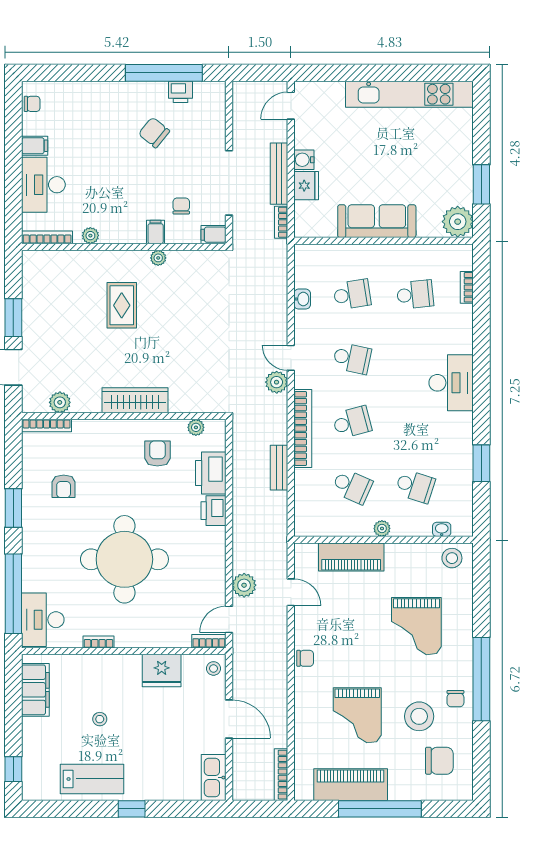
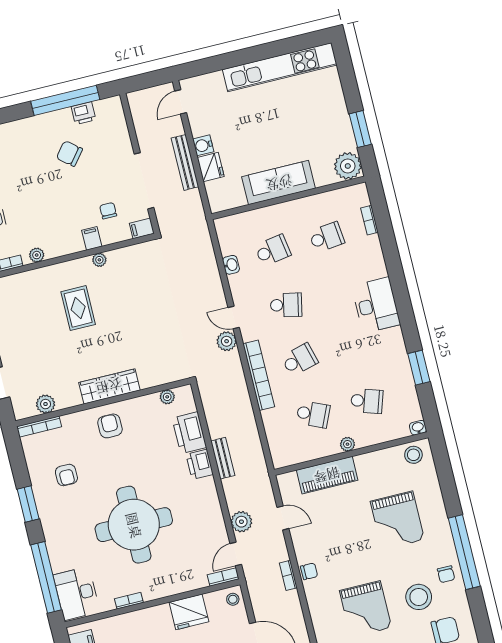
bookcase: (281, 222) -> (288, 575), moved
armchair: (157, 453) -> (110, 426), moved
bench: (279, 468) -> (223, 458), moved
washbasin: (442, 529) -> (418, 428), moved

